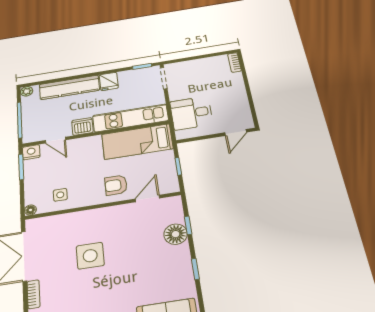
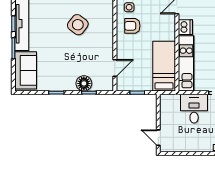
desk: (191, 113) -> (194, 109), moved
armchair: (116, 185) -> (132, 26), moved, turned -90
door: (147, 199) -> (115, 68), hinge flipped
side table: (90, 256) -> (78, 25), turned 38

